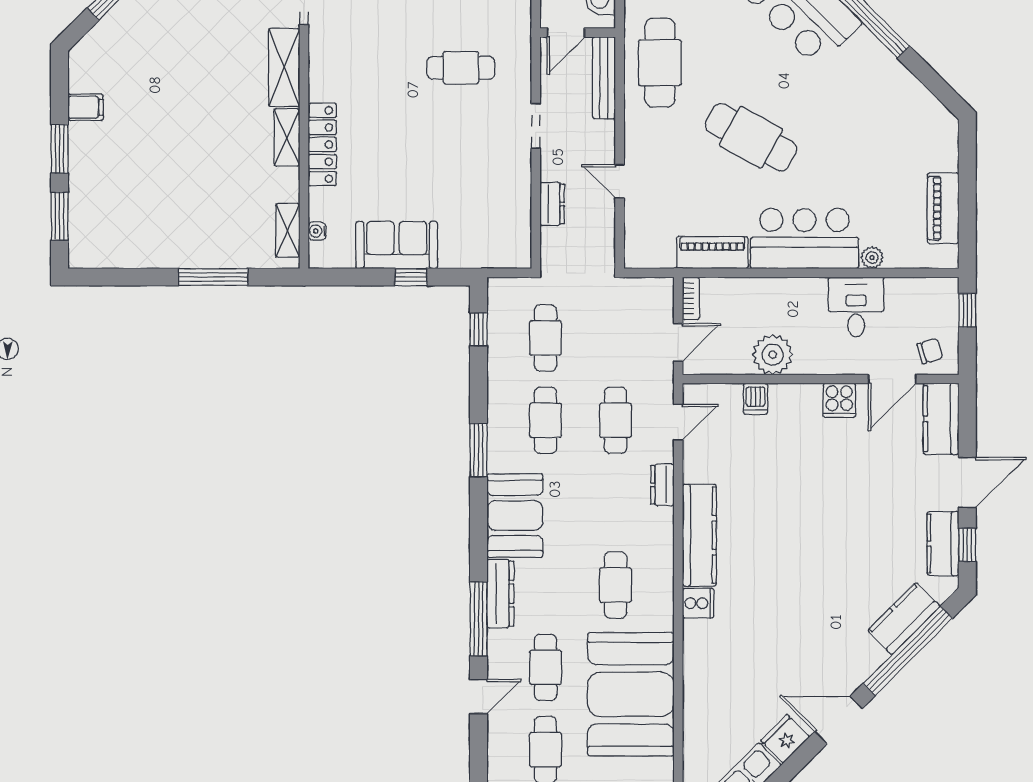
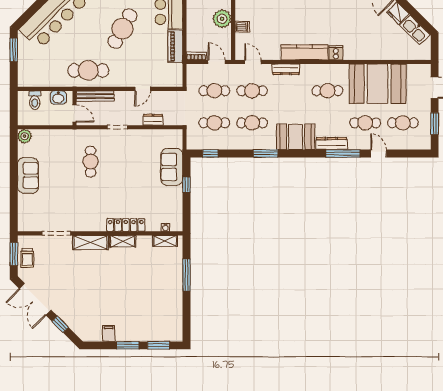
sofa: (397, 245) -> (172, 167), moved
cafe table: (616, 338) -> (214, 91), added
dresser: (662, 485) -> (286, 69), width x1.44

